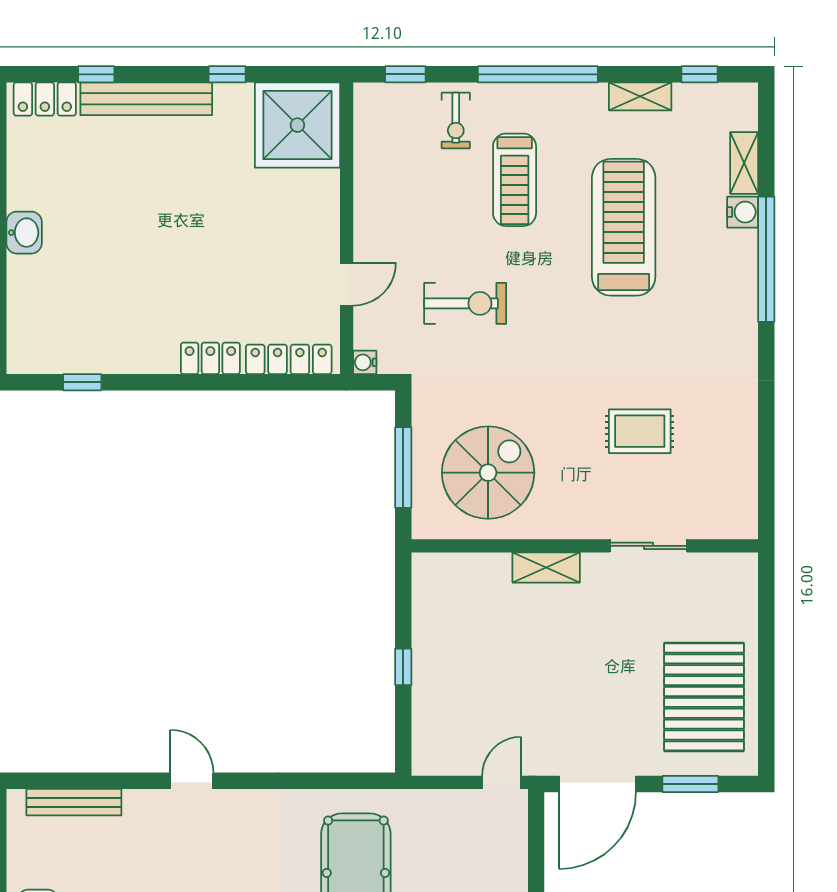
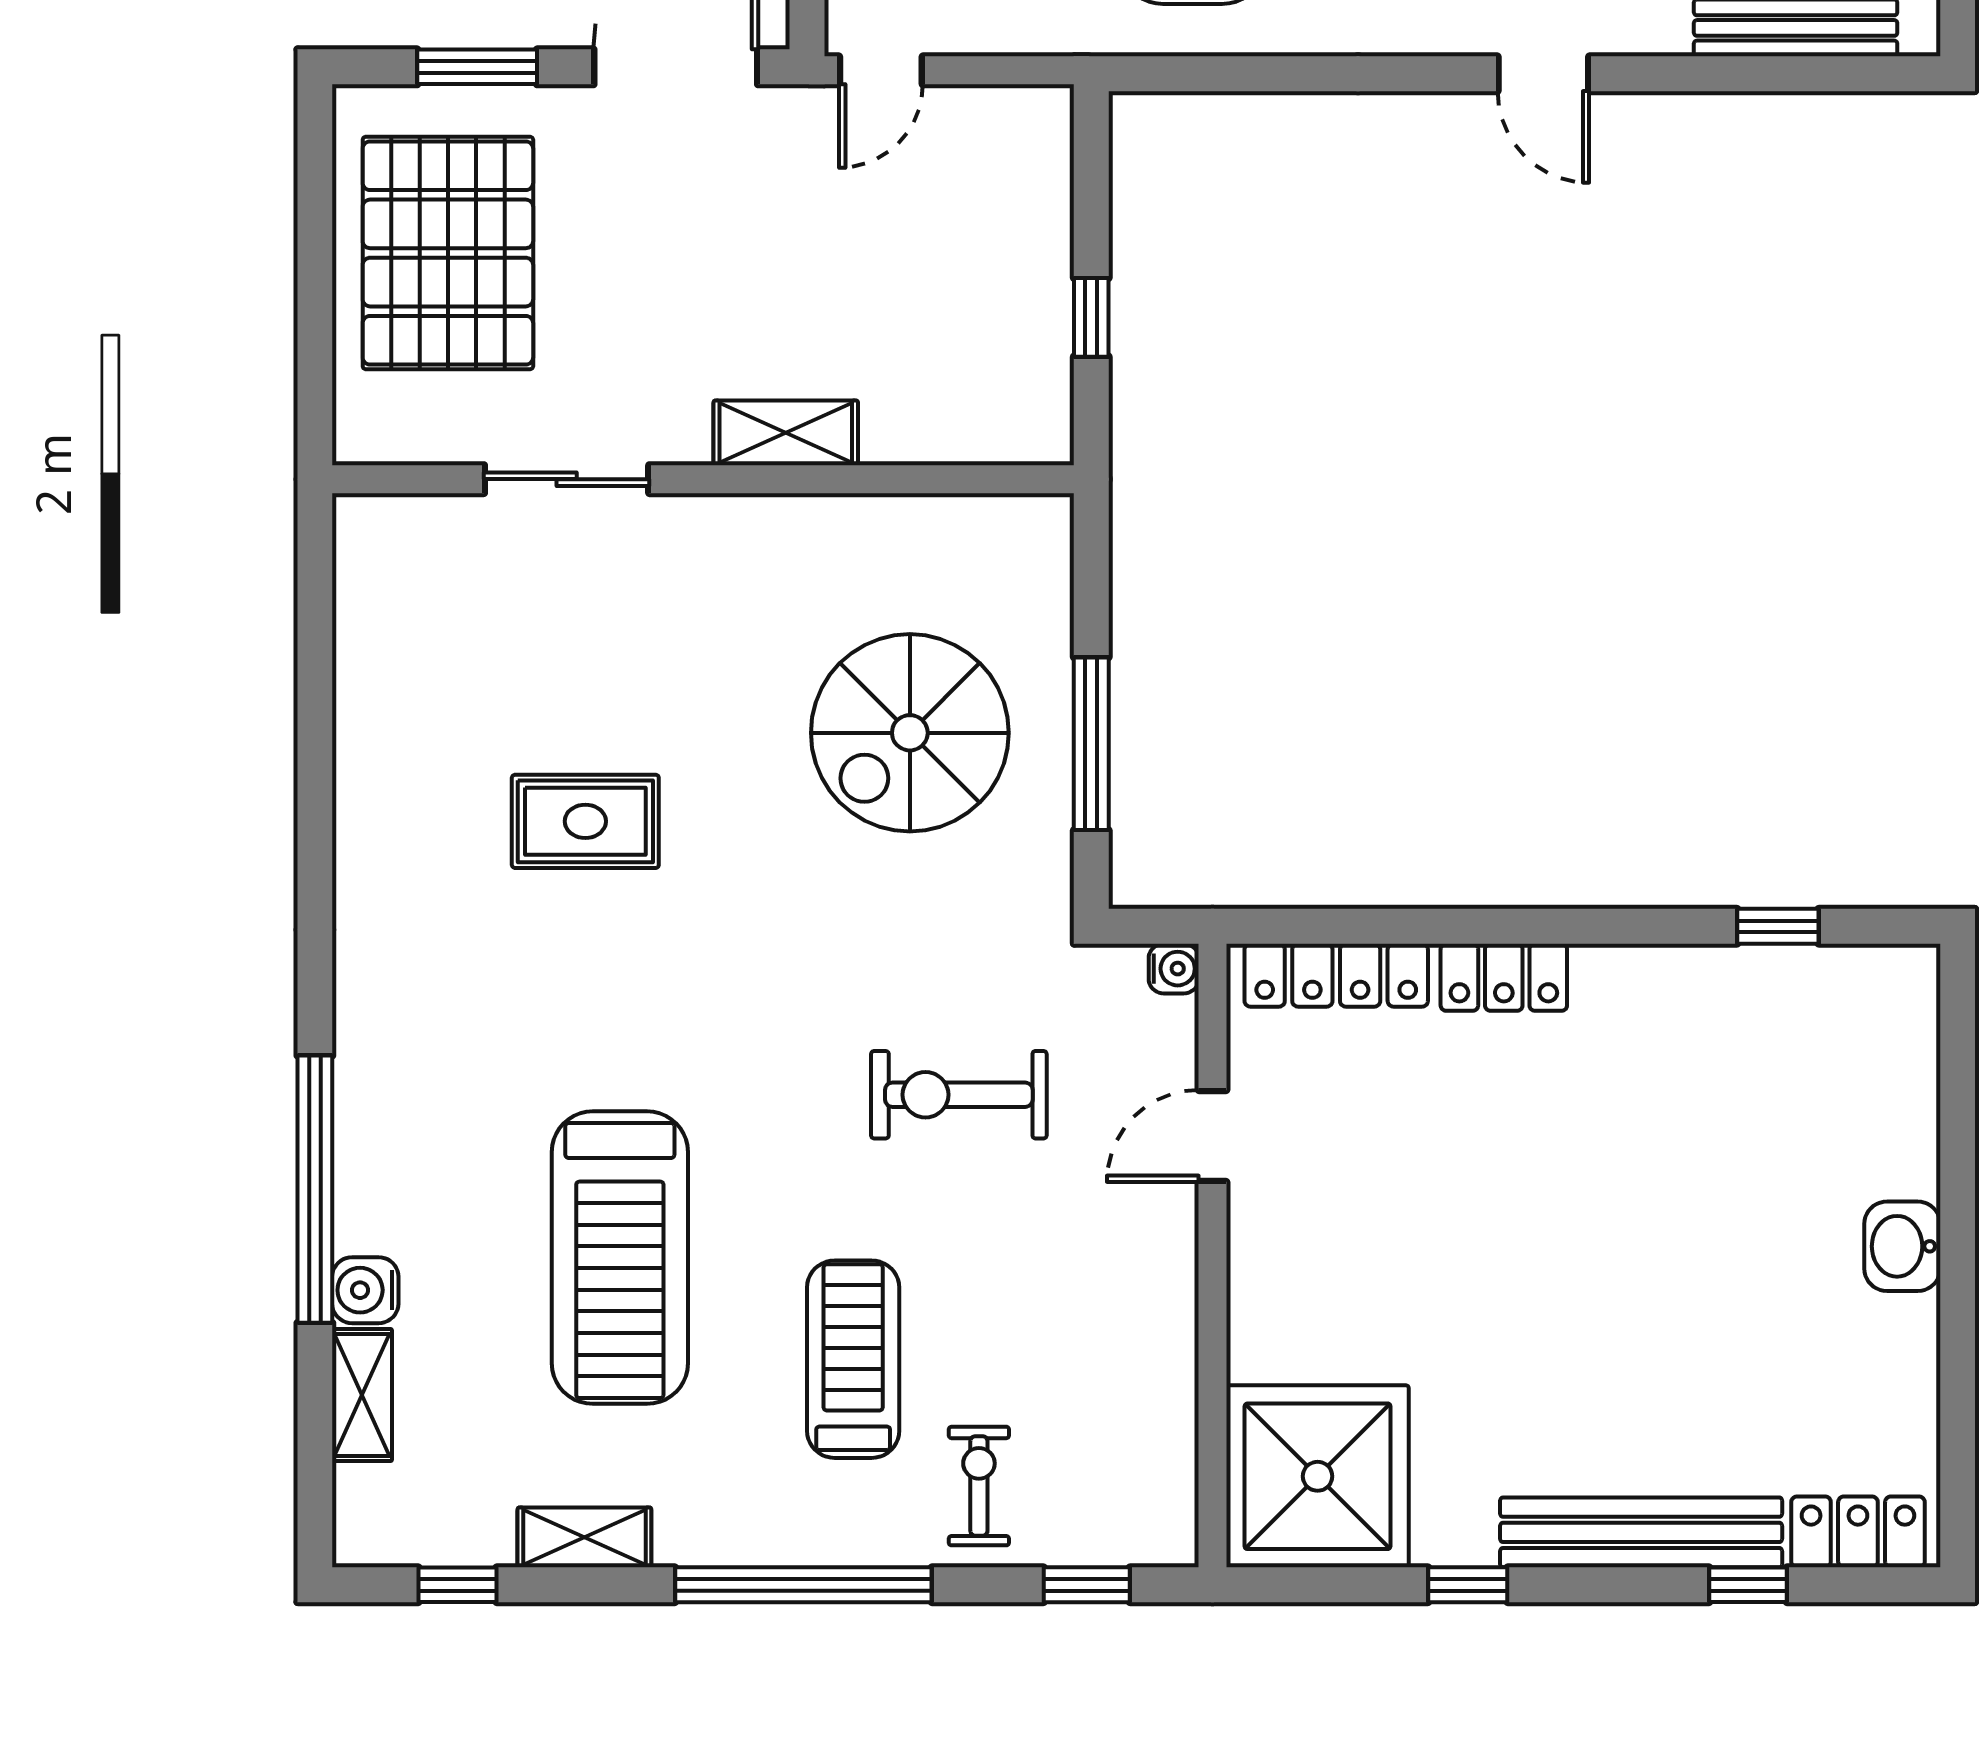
wall: (585, 546) -> (703, 479), moved
sliding door: (649, 546) -> (567, 479), moved
shelving: (546, 567) -> (786, 433), moved

